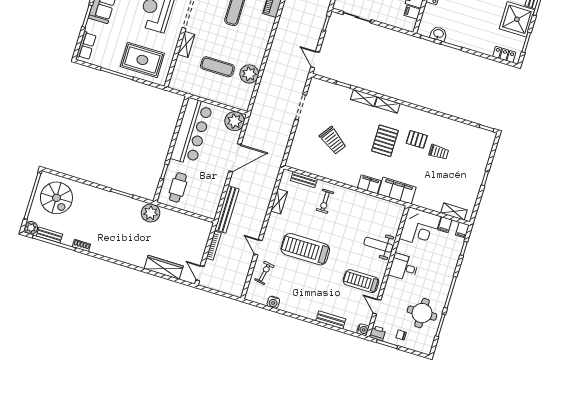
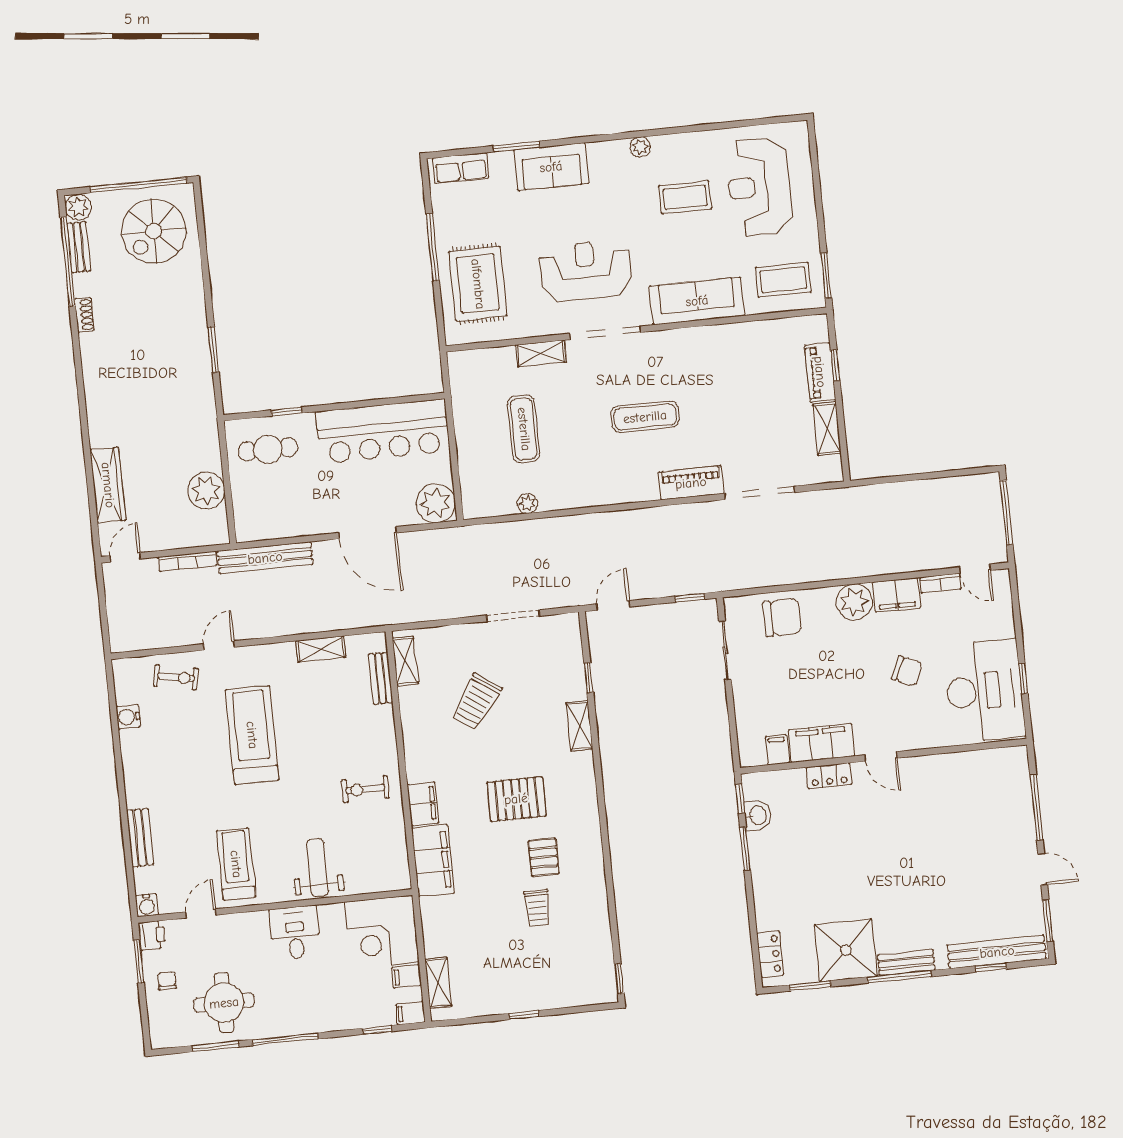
plant: (249, 74) -> (527, 504), width x0.53, depth x0.53
shelving: (387, 105) -> (405, 661), moved
exercise bike: (325, 201) -> (365, 789), moved
plant: (151, 213) -> (206, 491), moved

